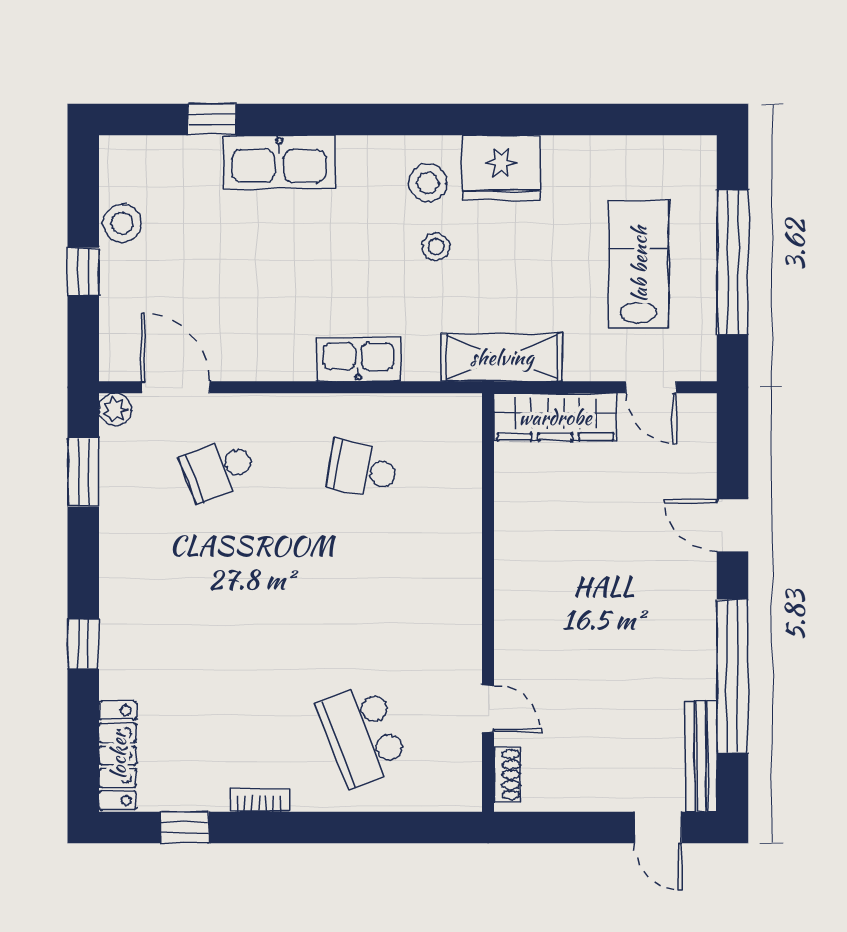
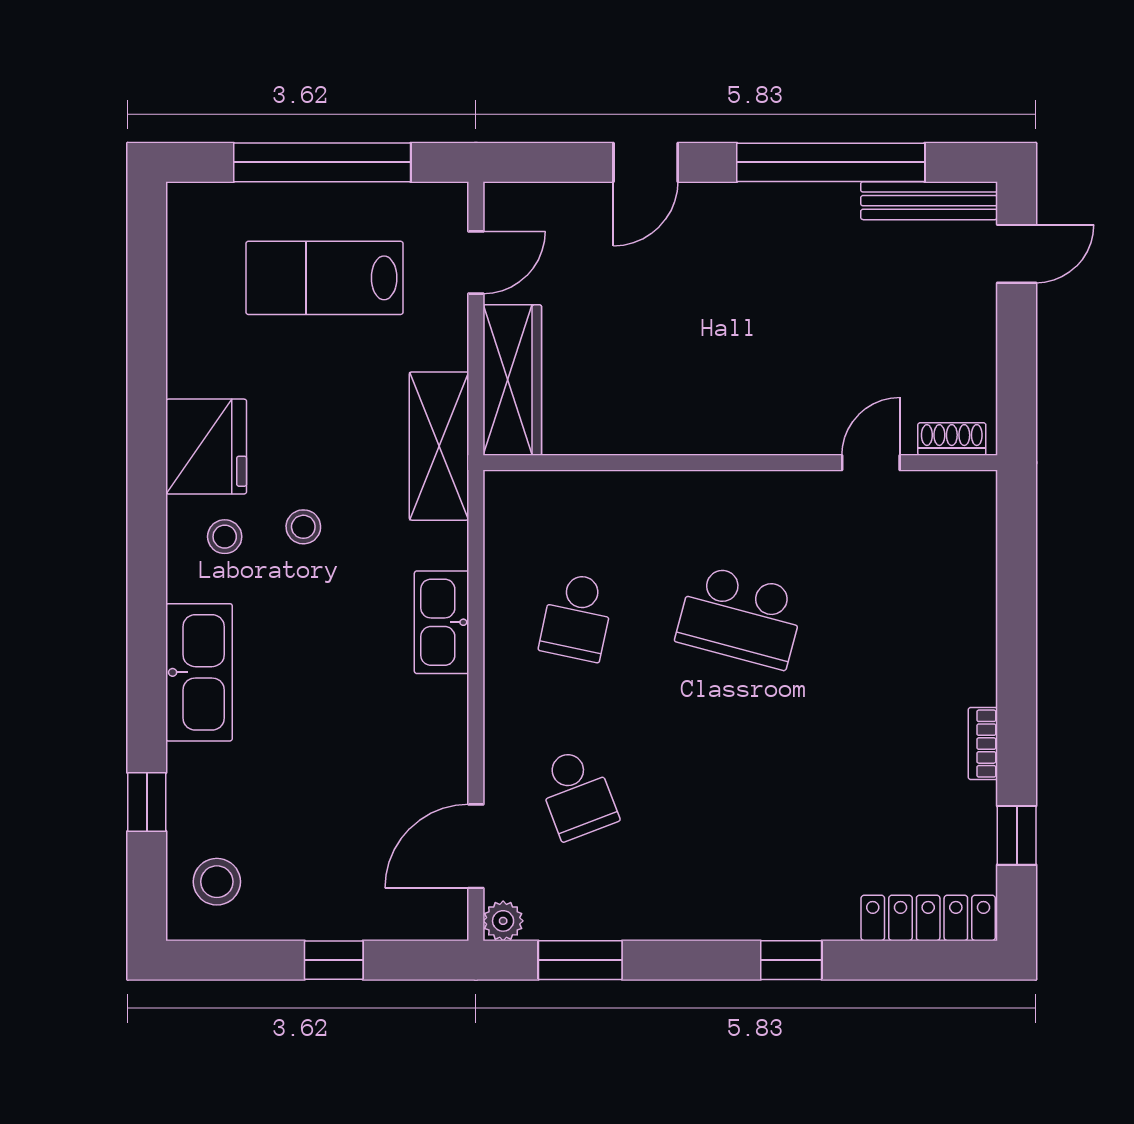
kitchen sink: (279, 162) -> (199, 672), moved
stool: (428, 183) -> (225, 537), width x0.73, depth x0.73
stool: (122, 223) -> (217, 882), moved
school desk: (363, 735) -> (740, 617), moved, turned 36

